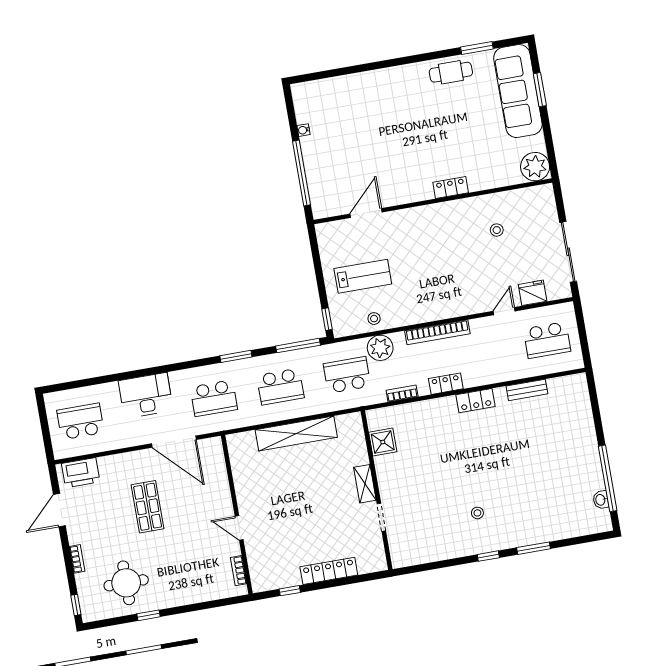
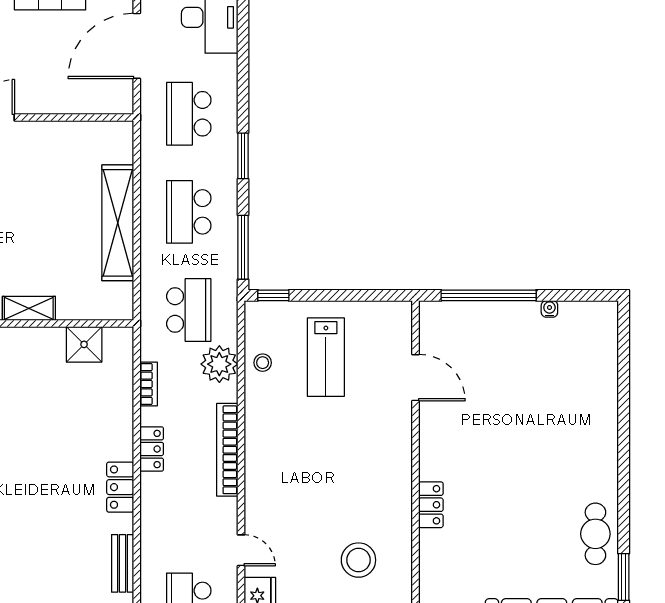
stool: (497, 230) -> (358, 560), width x1.89, depth x1.89

